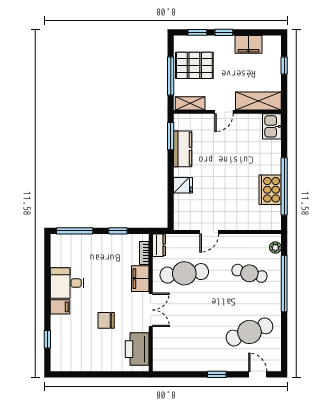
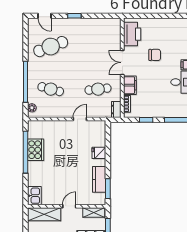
cafe table: (184, 273) -> (98, 89), width x0.73, depth x0.74

